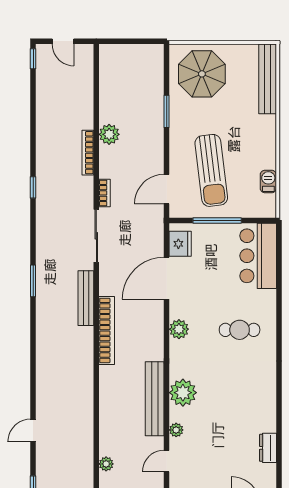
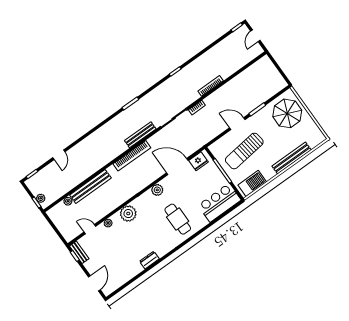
bench: (268, 79) -> (292, 158), moved
plant: (109, 134) -> (227, 90), removed
barbecue: (268, 182) -> (252, 183), width x1.88, depth x1.53
door: (167, 189) -> (237, 124), moved
cafe table: (240, 330) -> (178, 219), width x1.37, depth x1.35
bench: (155, 399) -> (90, 187), moved
door: (33, 431) -> (59, 155), swing flipped
dresser: (268, 448) -> (149, 260), moved

